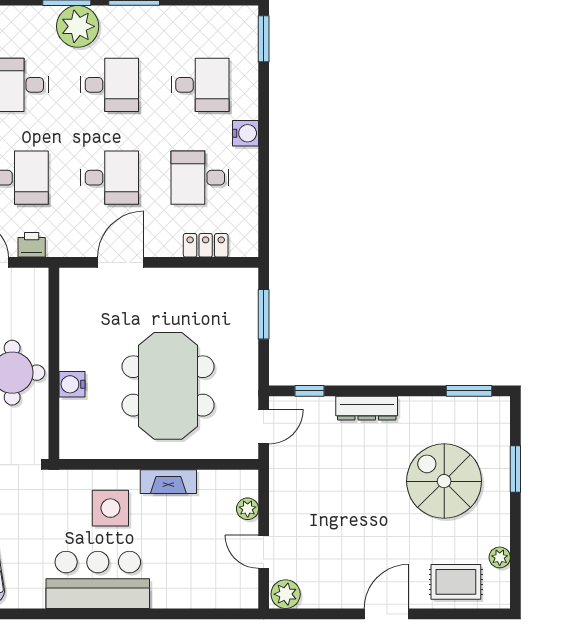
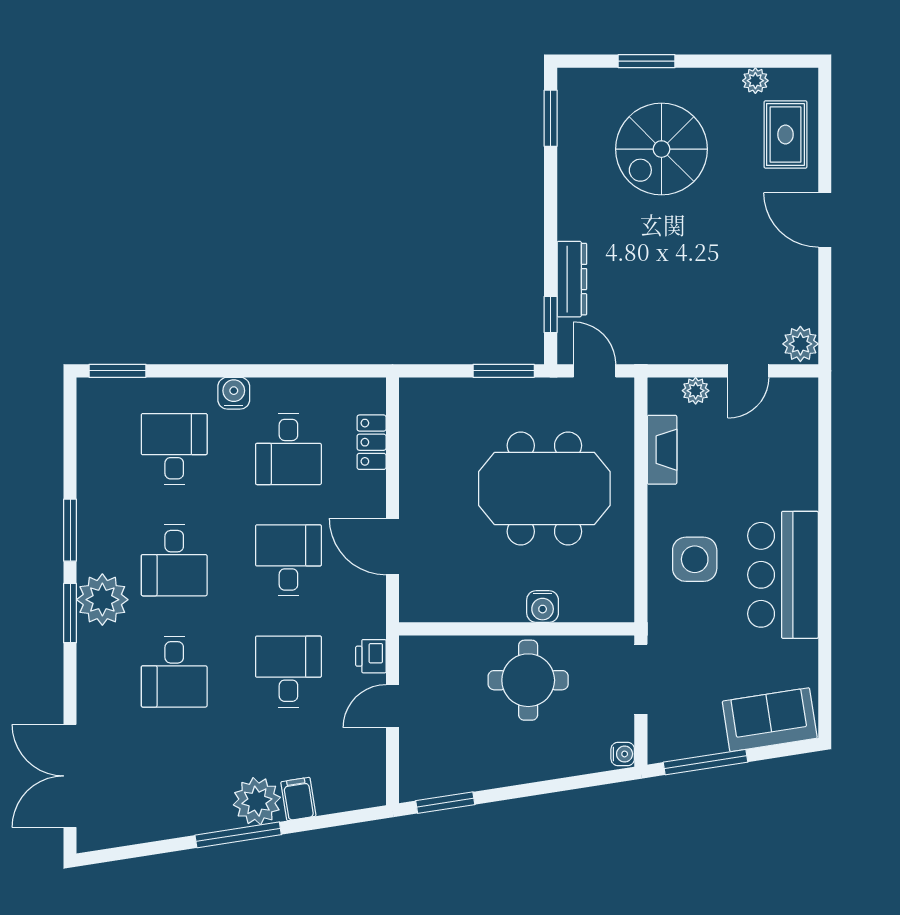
desk: (110, 85) -> (174, 560), turned 180
window: (264, 314) -> (504, 371), moved
dresser: (367, 408) -> (572, 279), moved
fireplace: (168, 482) -> (662, 450), moved

